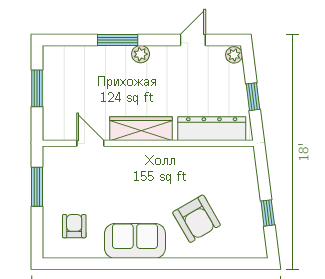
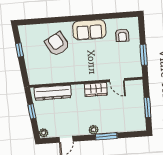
wardrobe: (141, 129) -> (96, 89), width x0.67

